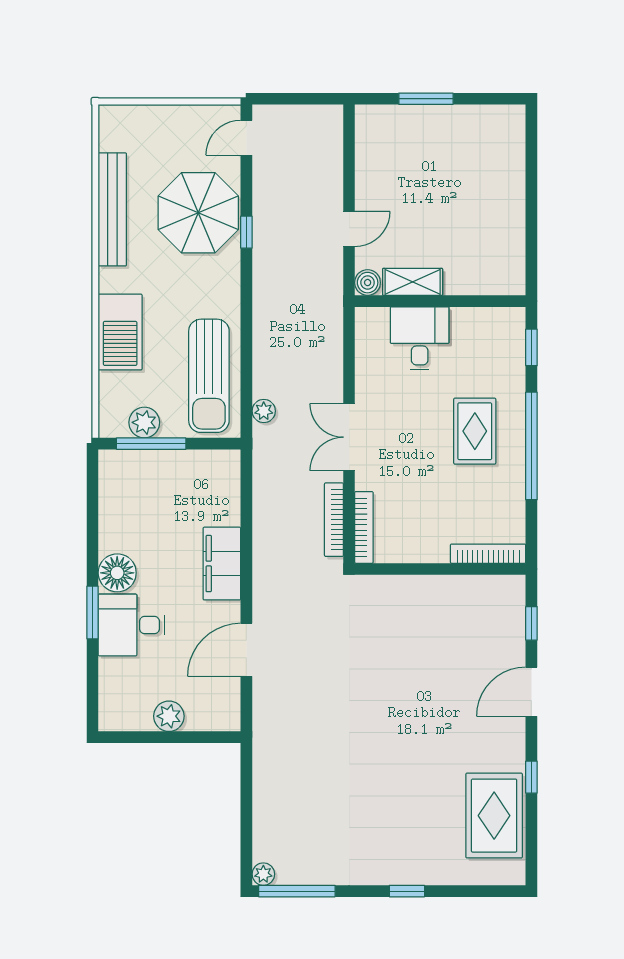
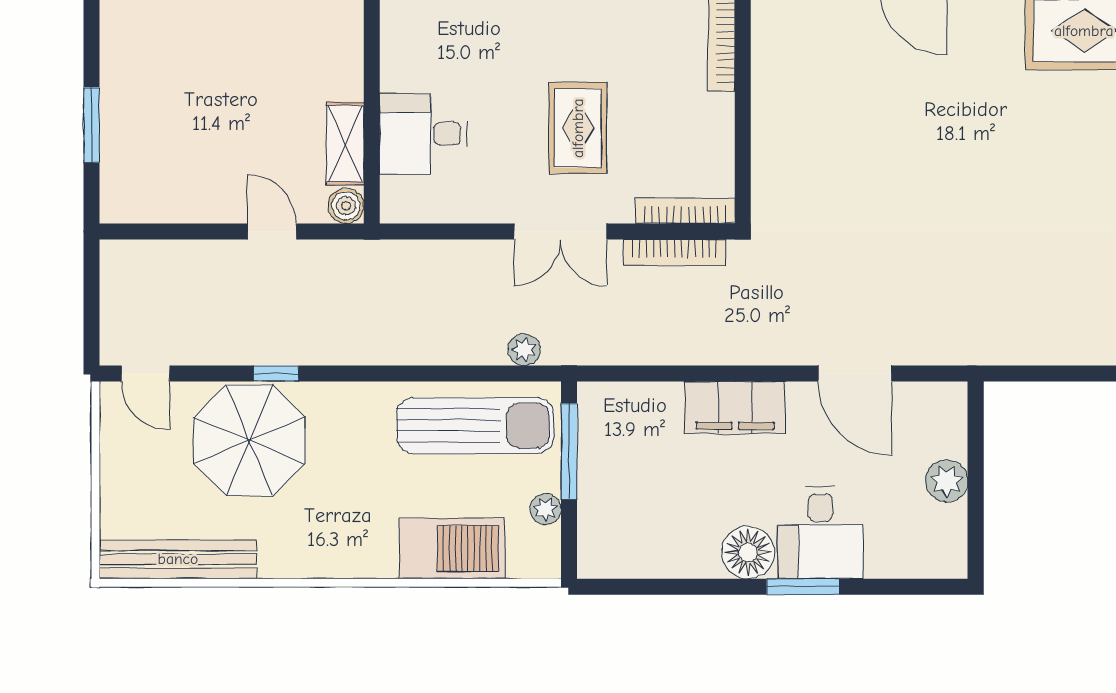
bench: (112, 209) -> (178, 559), moved
barbecue: (120, 332) -> (452, 548), moved
plant: (144, 422) -> (546, 509), width x0.73, depth x0.73
rug: (475, 431) -> (578, 128), moved, turned 90
window: (151, 444) -> (569, 451), moved

